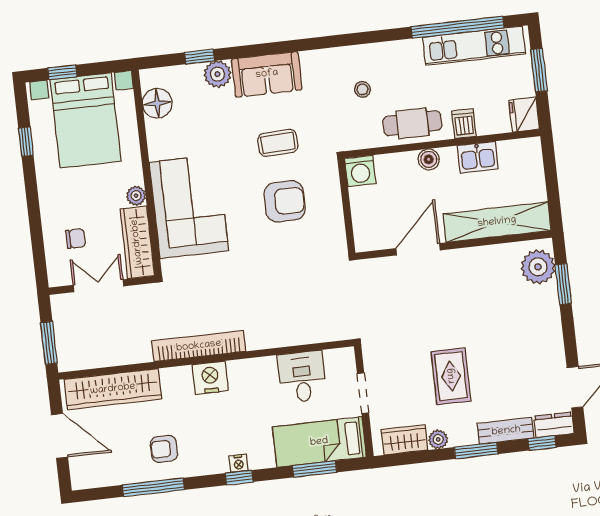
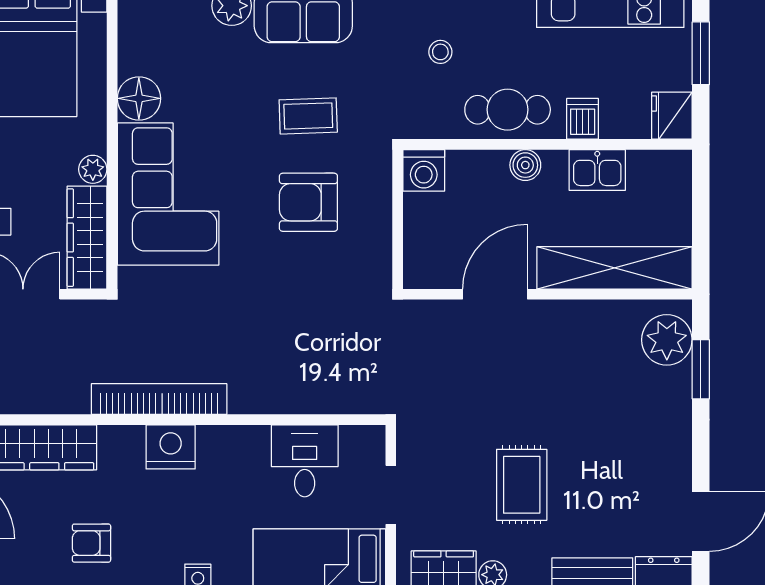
floor lamp: (157, 103) -> (139, 98), moved
armchair: (285, 201) -> (308, 202), turned 180

